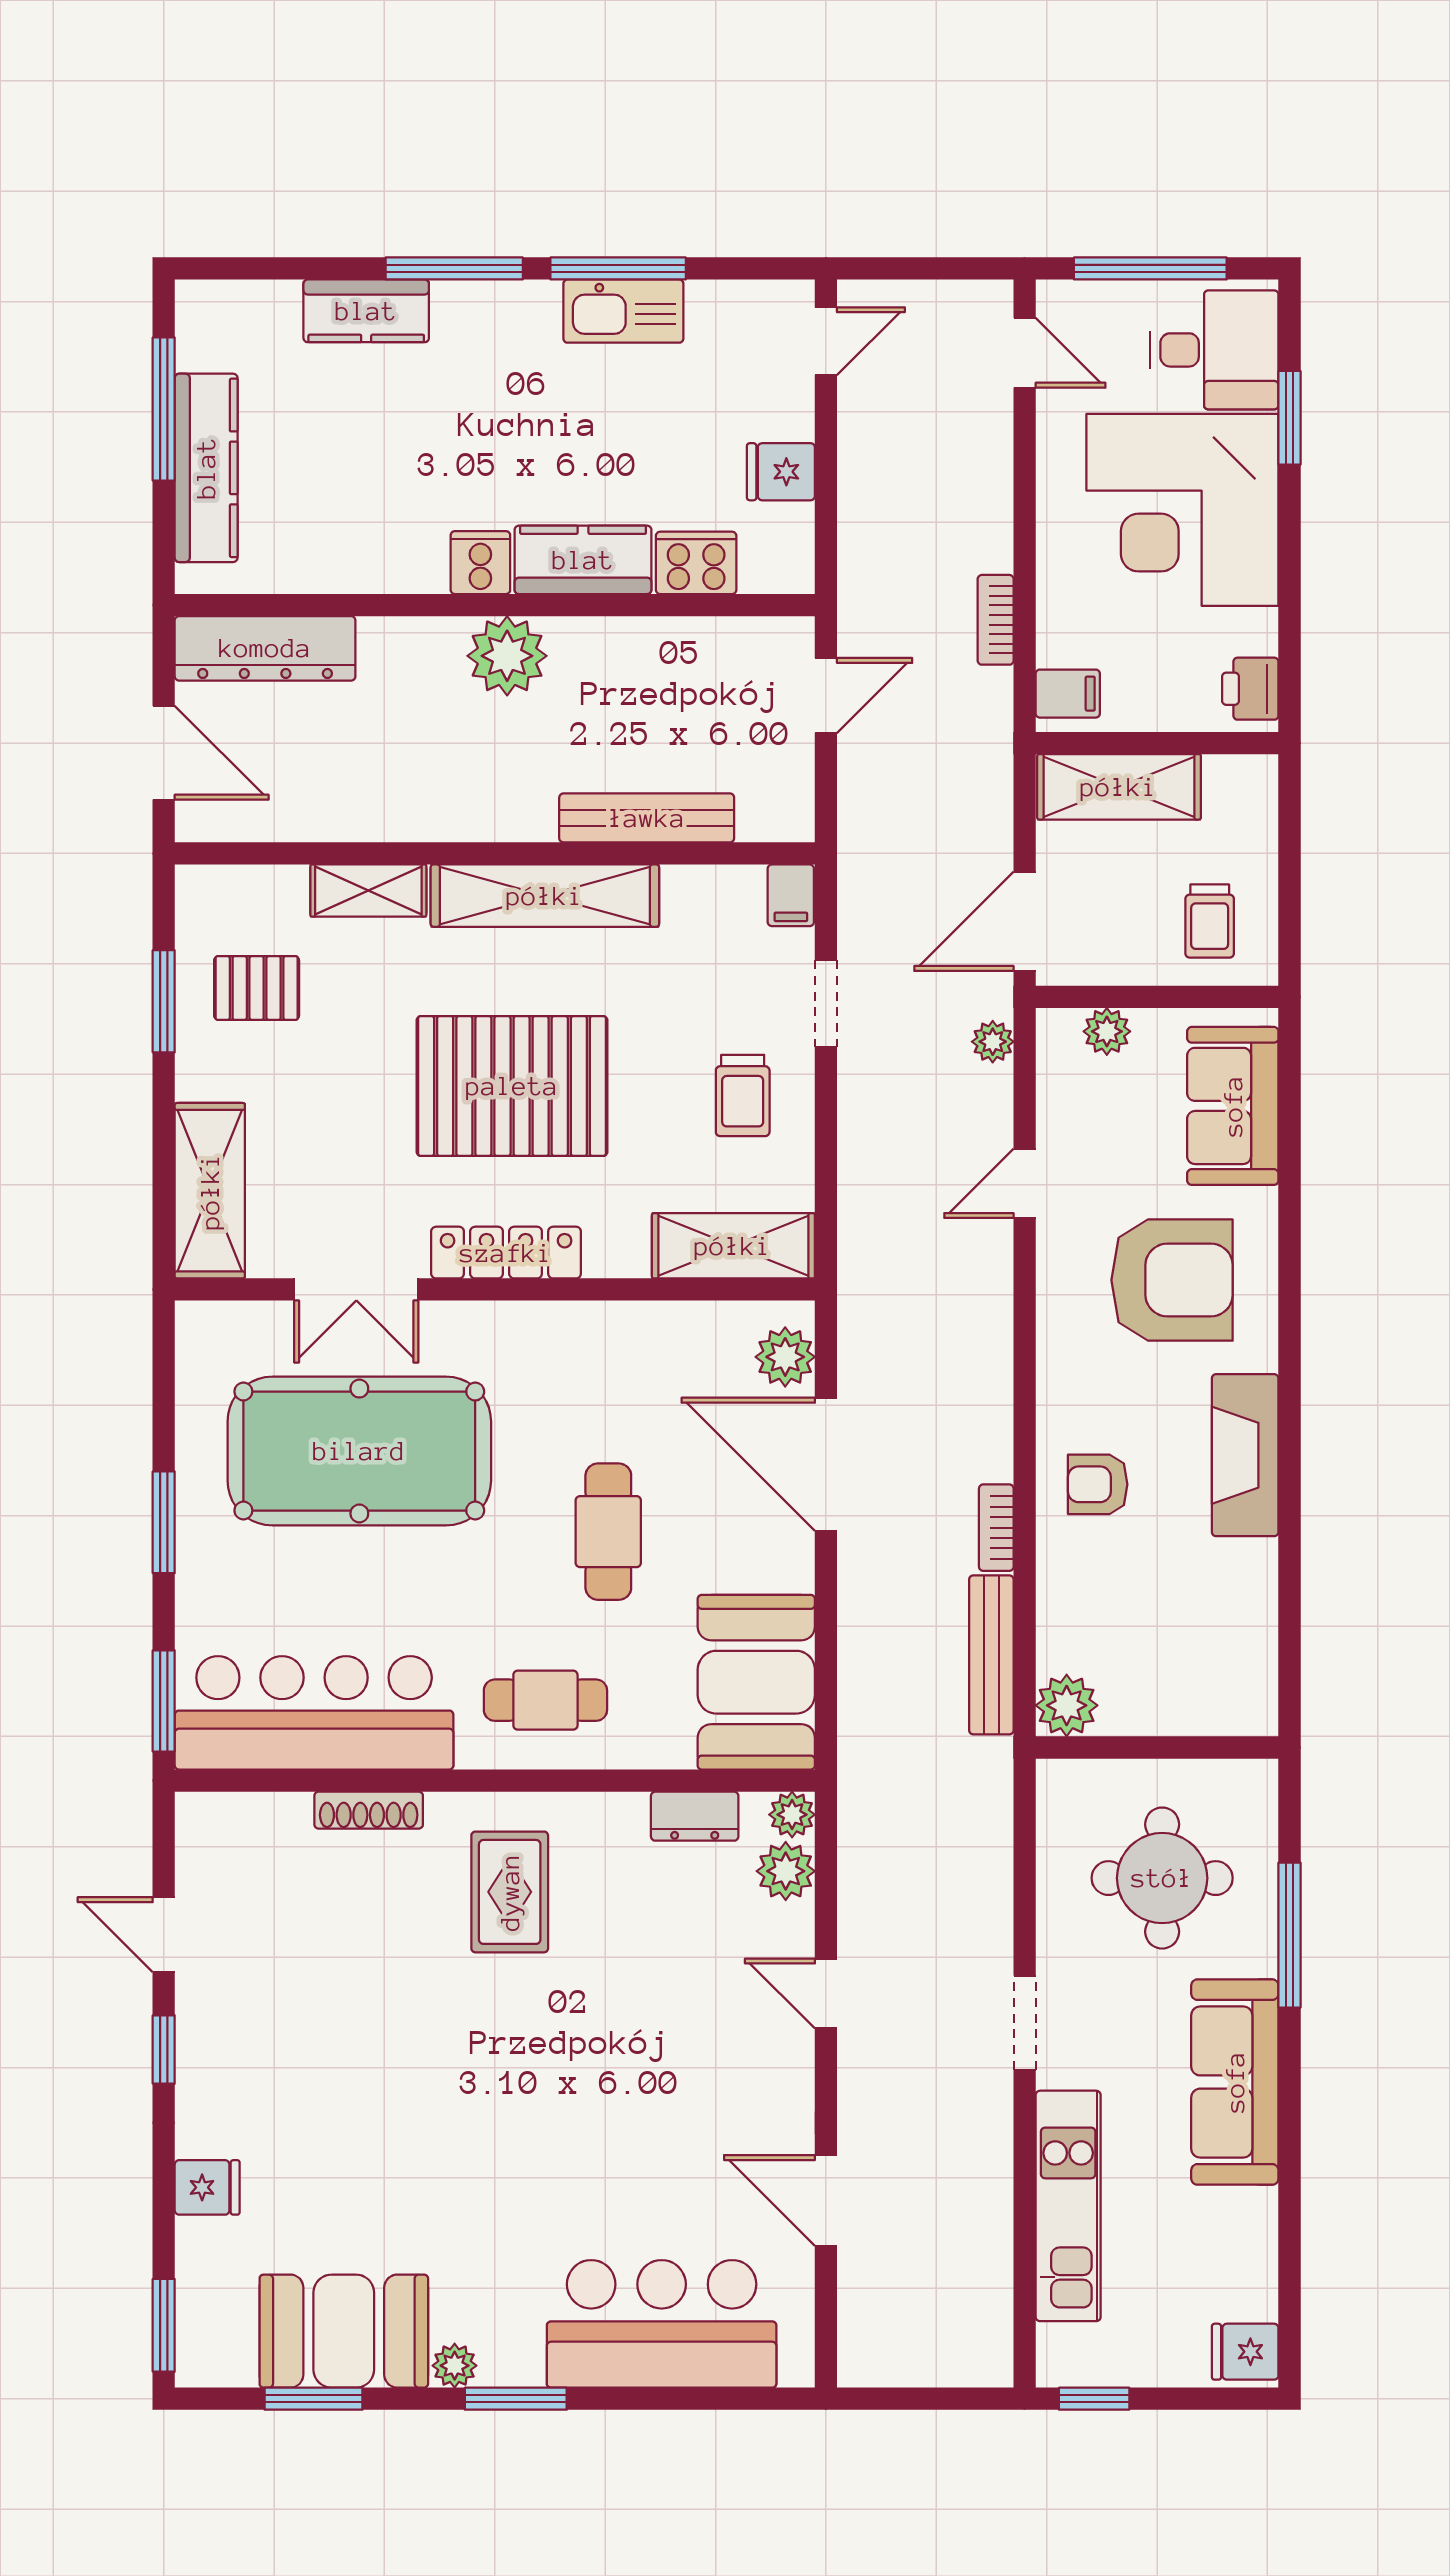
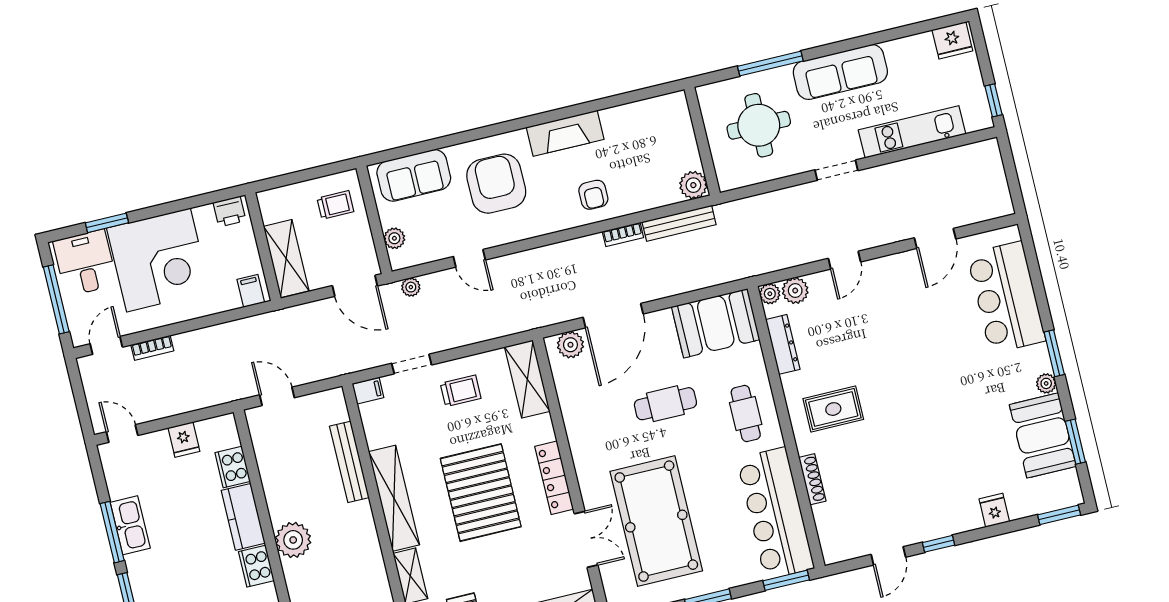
cooker: (480, 563) -> (256, 566), width x1.36
bookcase: (996, 620) -> (152, 348), moved
dresser: (695, 1816) -> (783, 344), width x1.44
fridge: (1245, 2352) -> (952, 40), width x1.38

